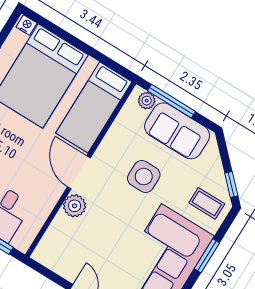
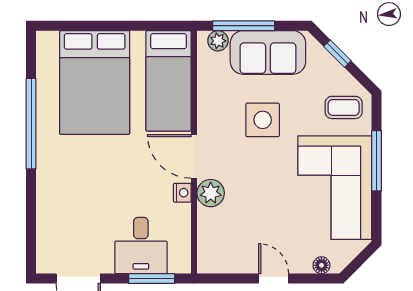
nightstand: (26, 25) -> (182, 193), moved, turned 90
window: (231, 185) -> (337, 54), moved
window: (207, 256) -> (377, 161), width x1.44

